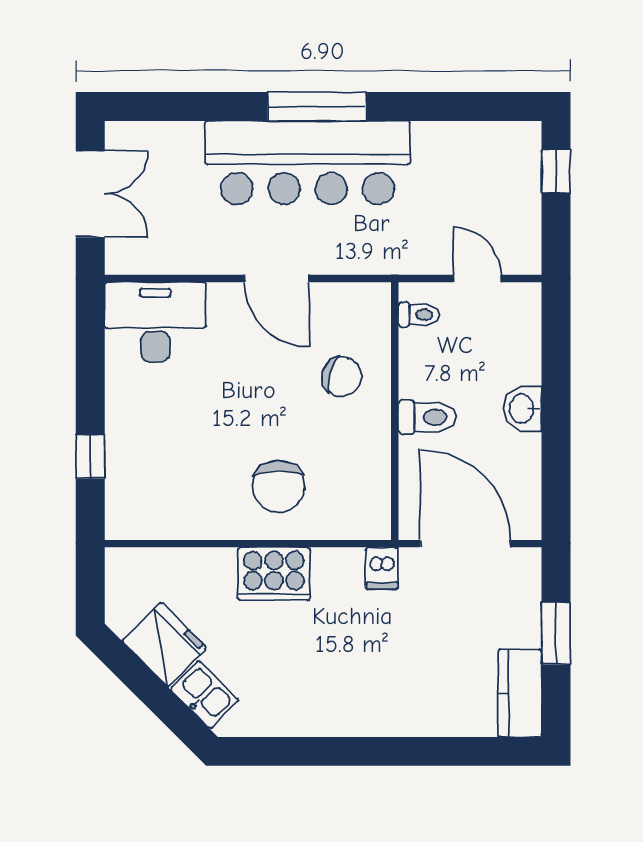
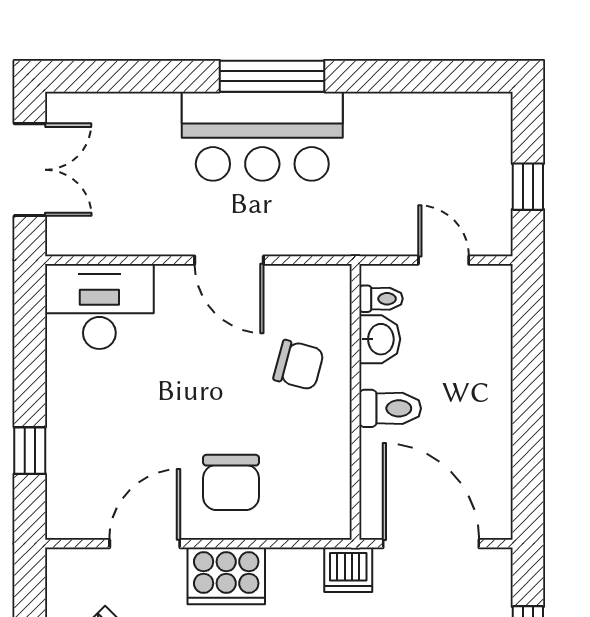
bar counter: (308, 163) -> (262, 136), width x0.73
window: (556, 171) -> (528, 187), moved
washbasin: (523, 409) -> (380, 339), moved, turned 180
door: (198, 544) -> (145, 544), added
dishwasher: (382, 568) -> (348, 570), width x1.38

